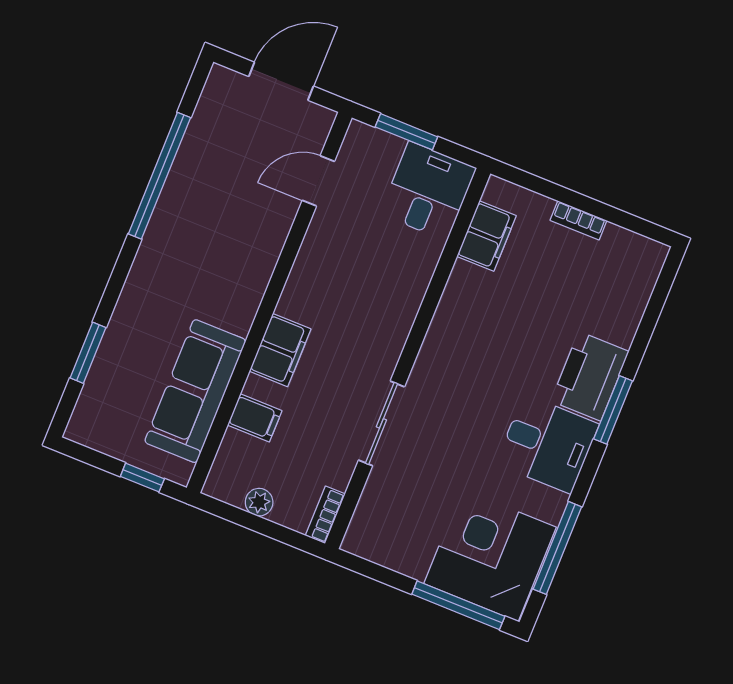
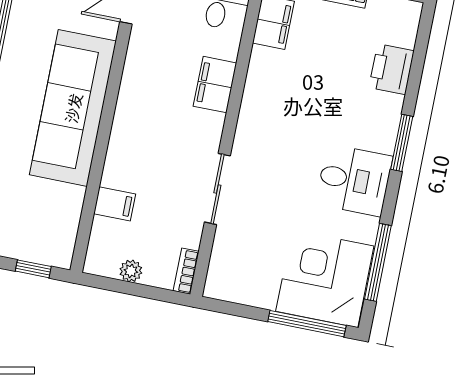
filing cabinet: (280, 350) -> (215, 85), moved, turned 180
printer: (590, 376) -> (392, 69), moved, width x0.73, depth x0.84
sofa: (195, 391) -> (73, 108), moved, width x1.36, depth x1.27

